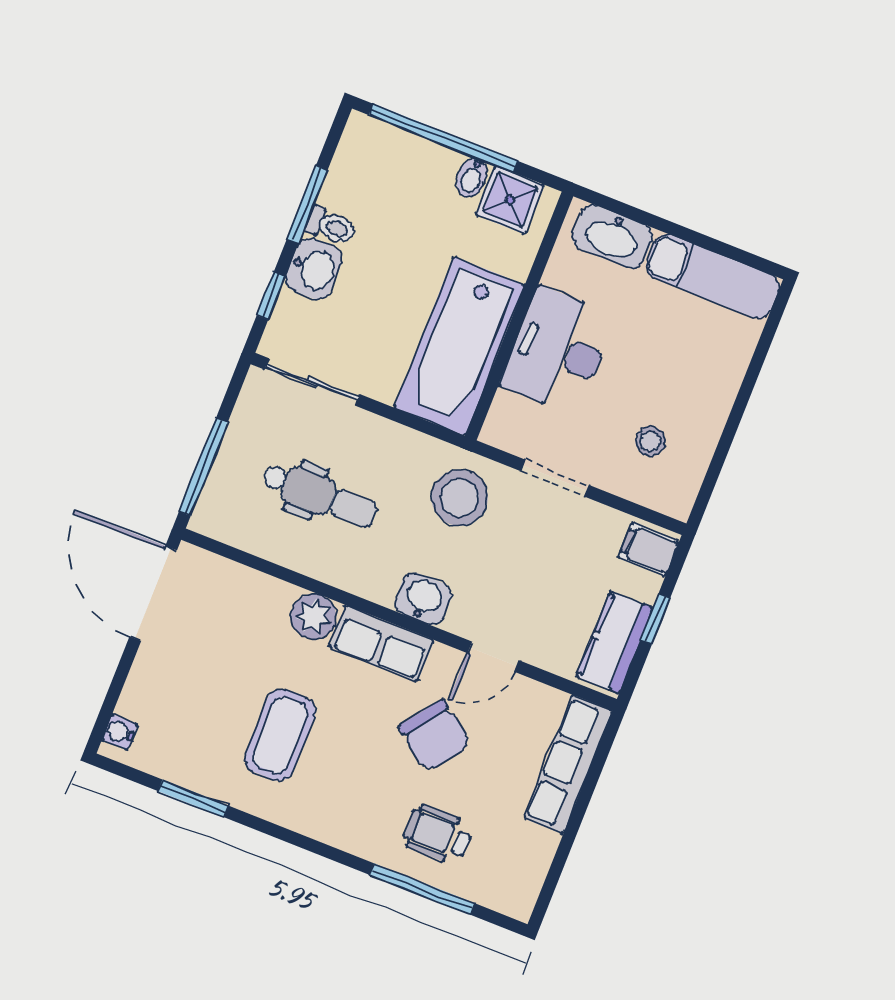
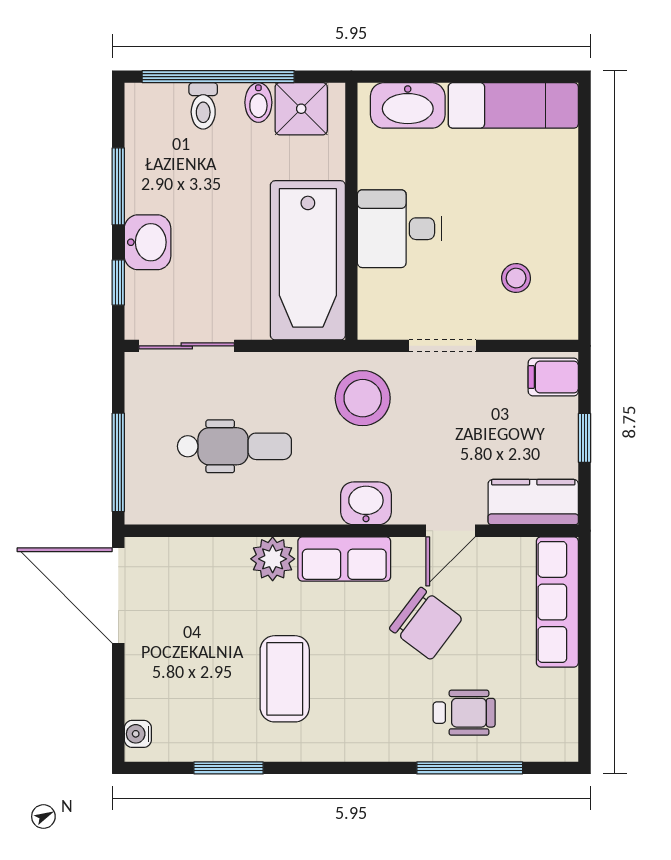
toilet: (331, 226) -> (203, 106), moved, turned 90
desk: (558, 351) -> (399, 229), width x0.73
kitchen counter: (615, 642) -> (533, 502), moved, turned 90
wheelchair: (438, 835) -> (464, 713), turned 180

